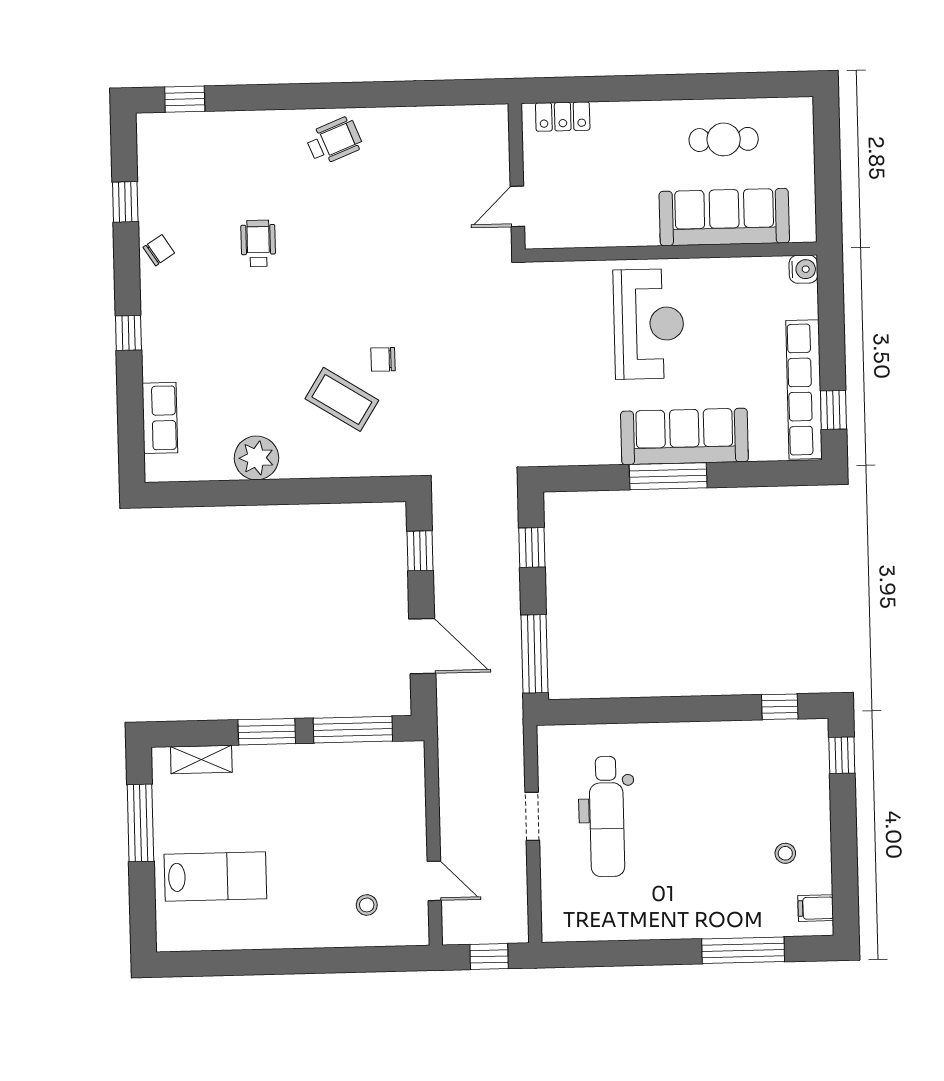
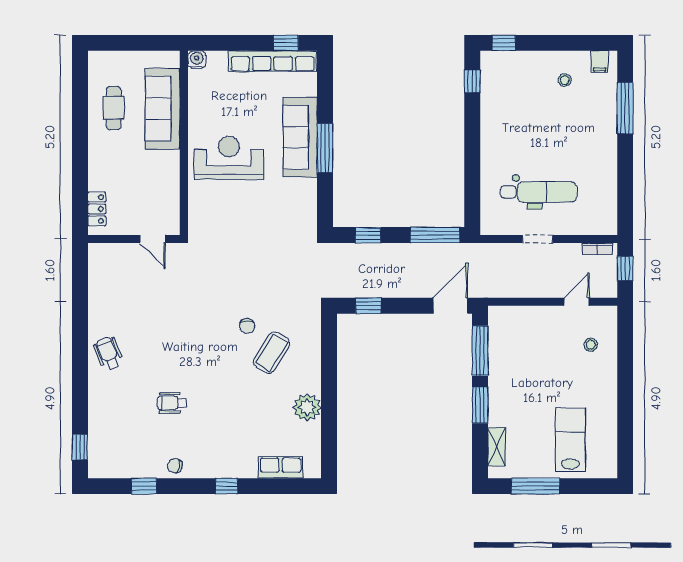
chair: (159, 250) -> (175, 466), turned -47
door: (422, 646) -> (450, 306), moved
bookcase: (519, 912) -> (597, 249), added

